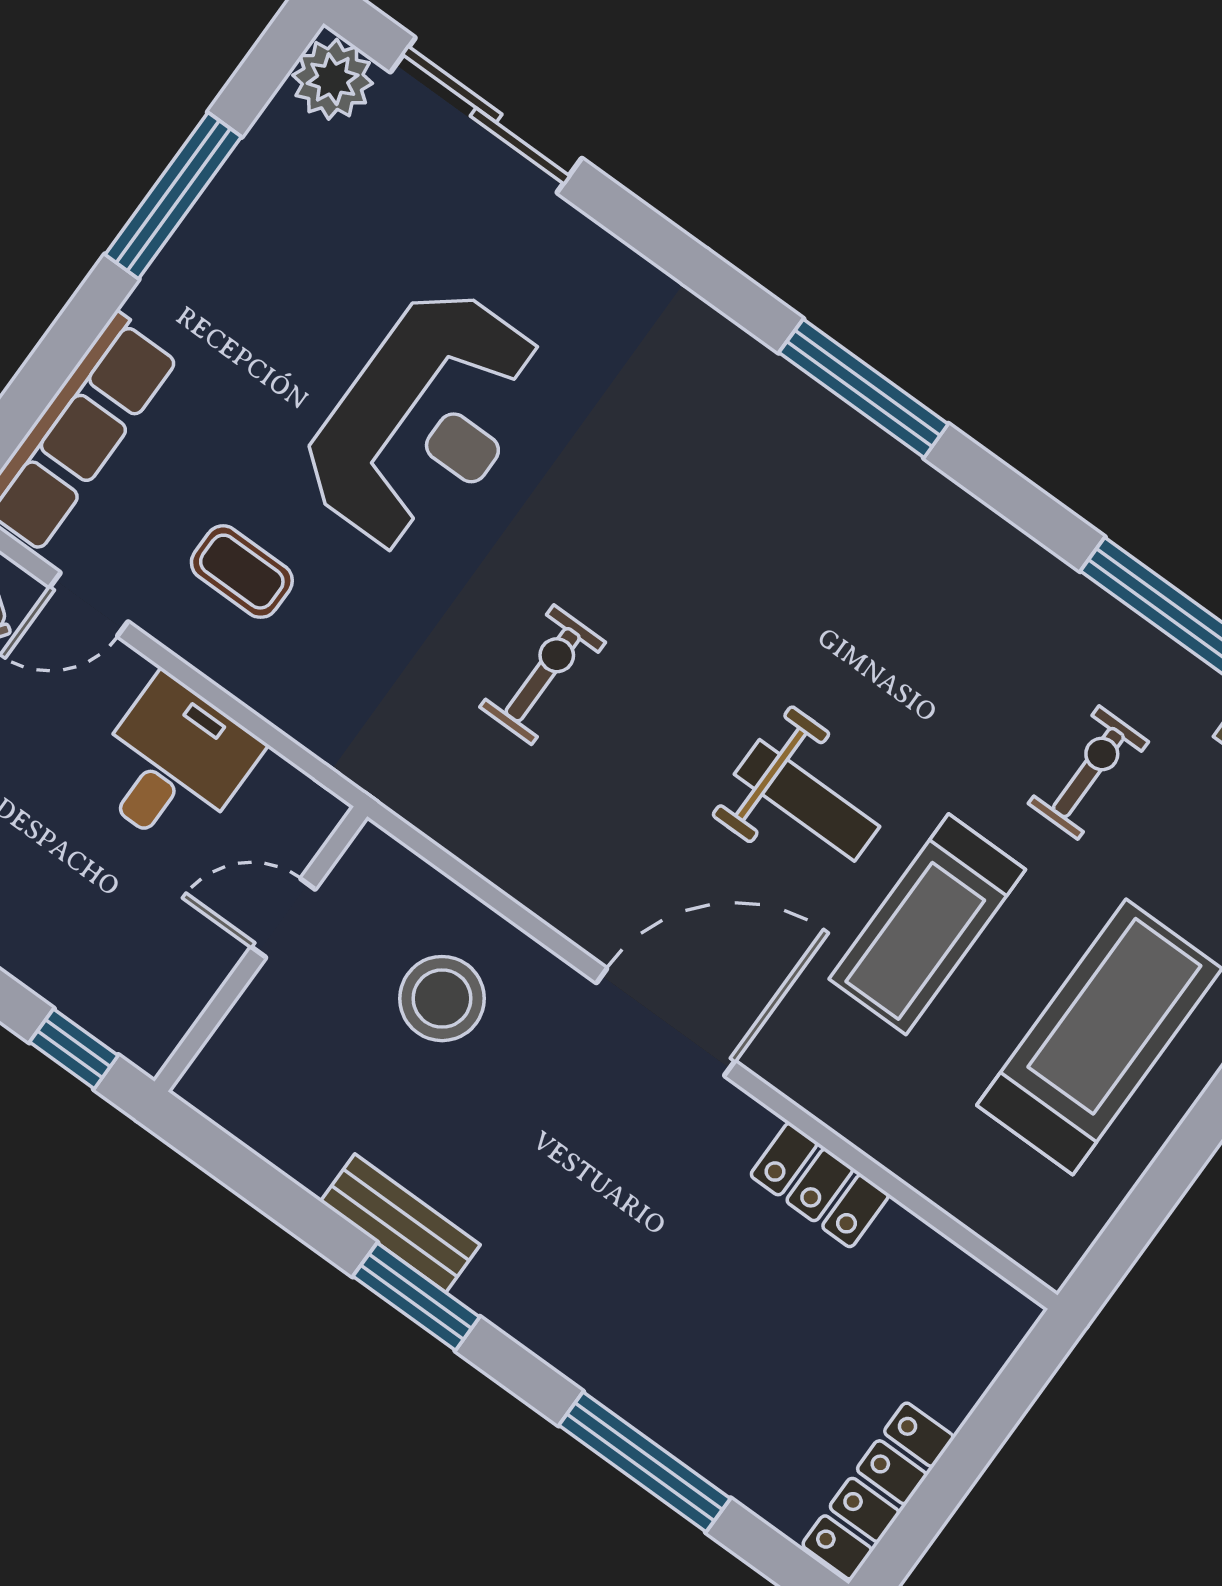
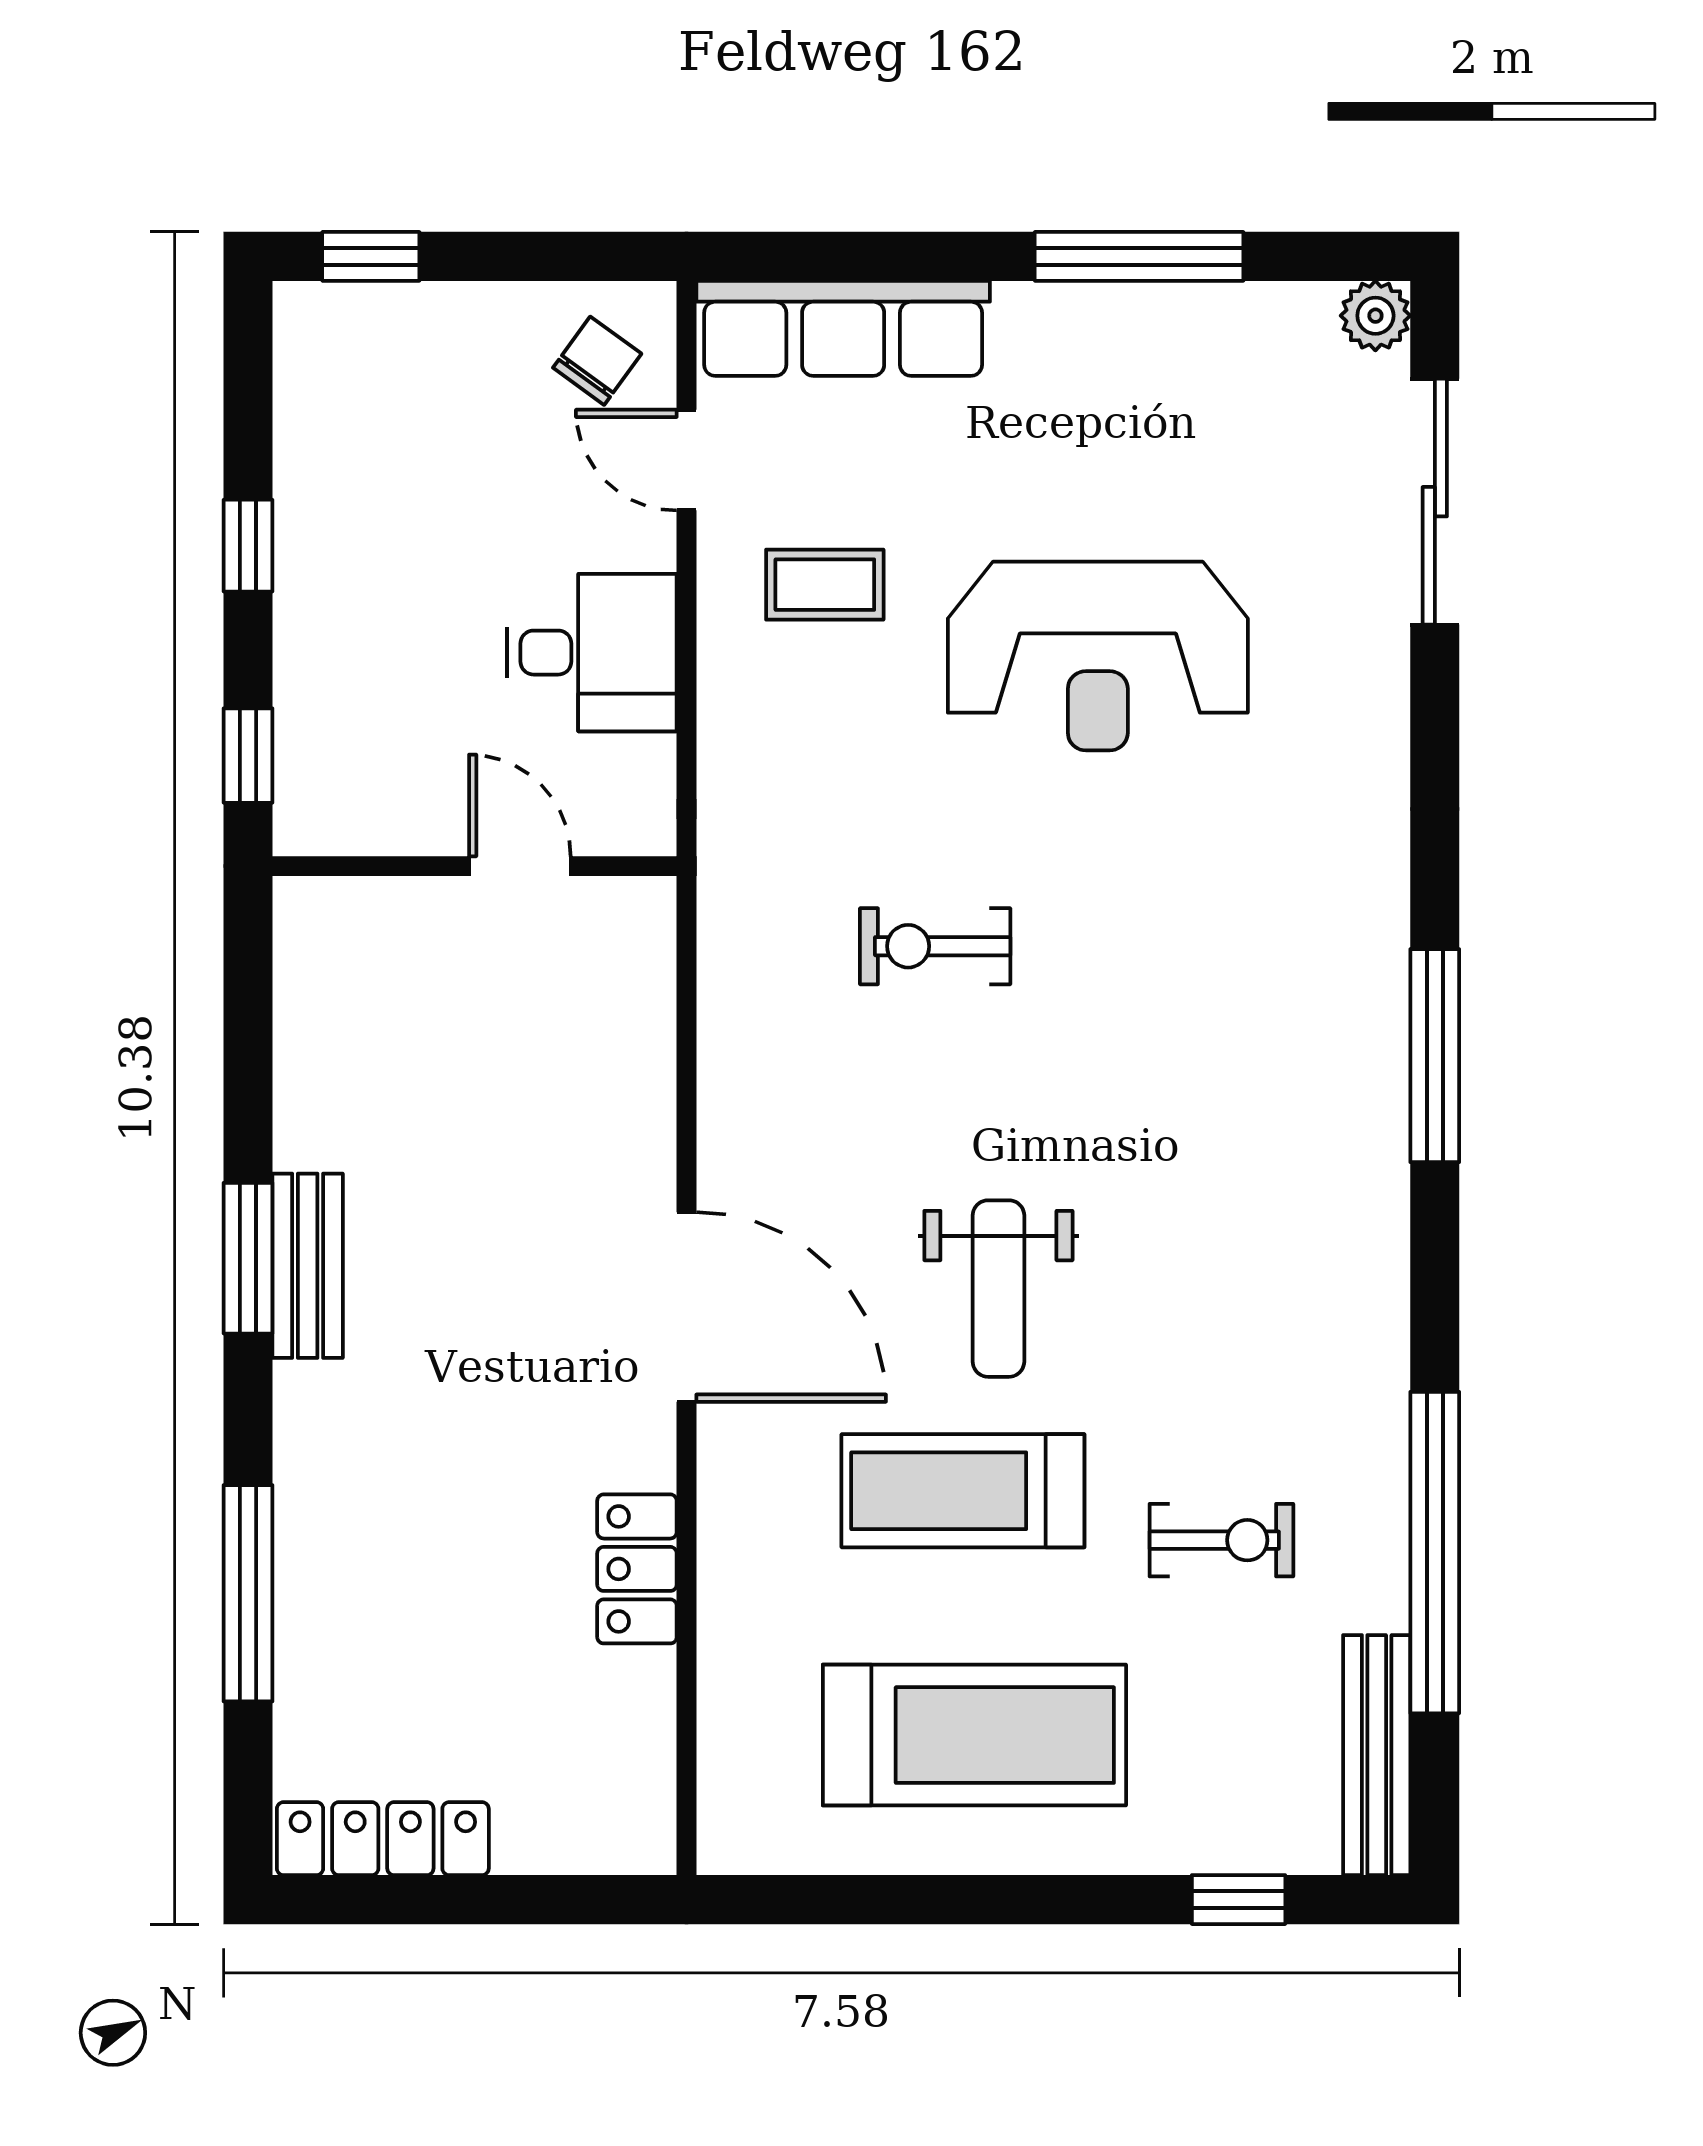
plant: (333, 79) -> (1375, 316), width x0.73, depth x0.73
coffee table: (242, 572) -> (825, 585), turned 90
exercise bike: (543, 675) -> (935, 946), turned 180
stool: (442, 999) -> (553, 1075), removed
bench: (400, 1223) -> (308, 1266), moved

